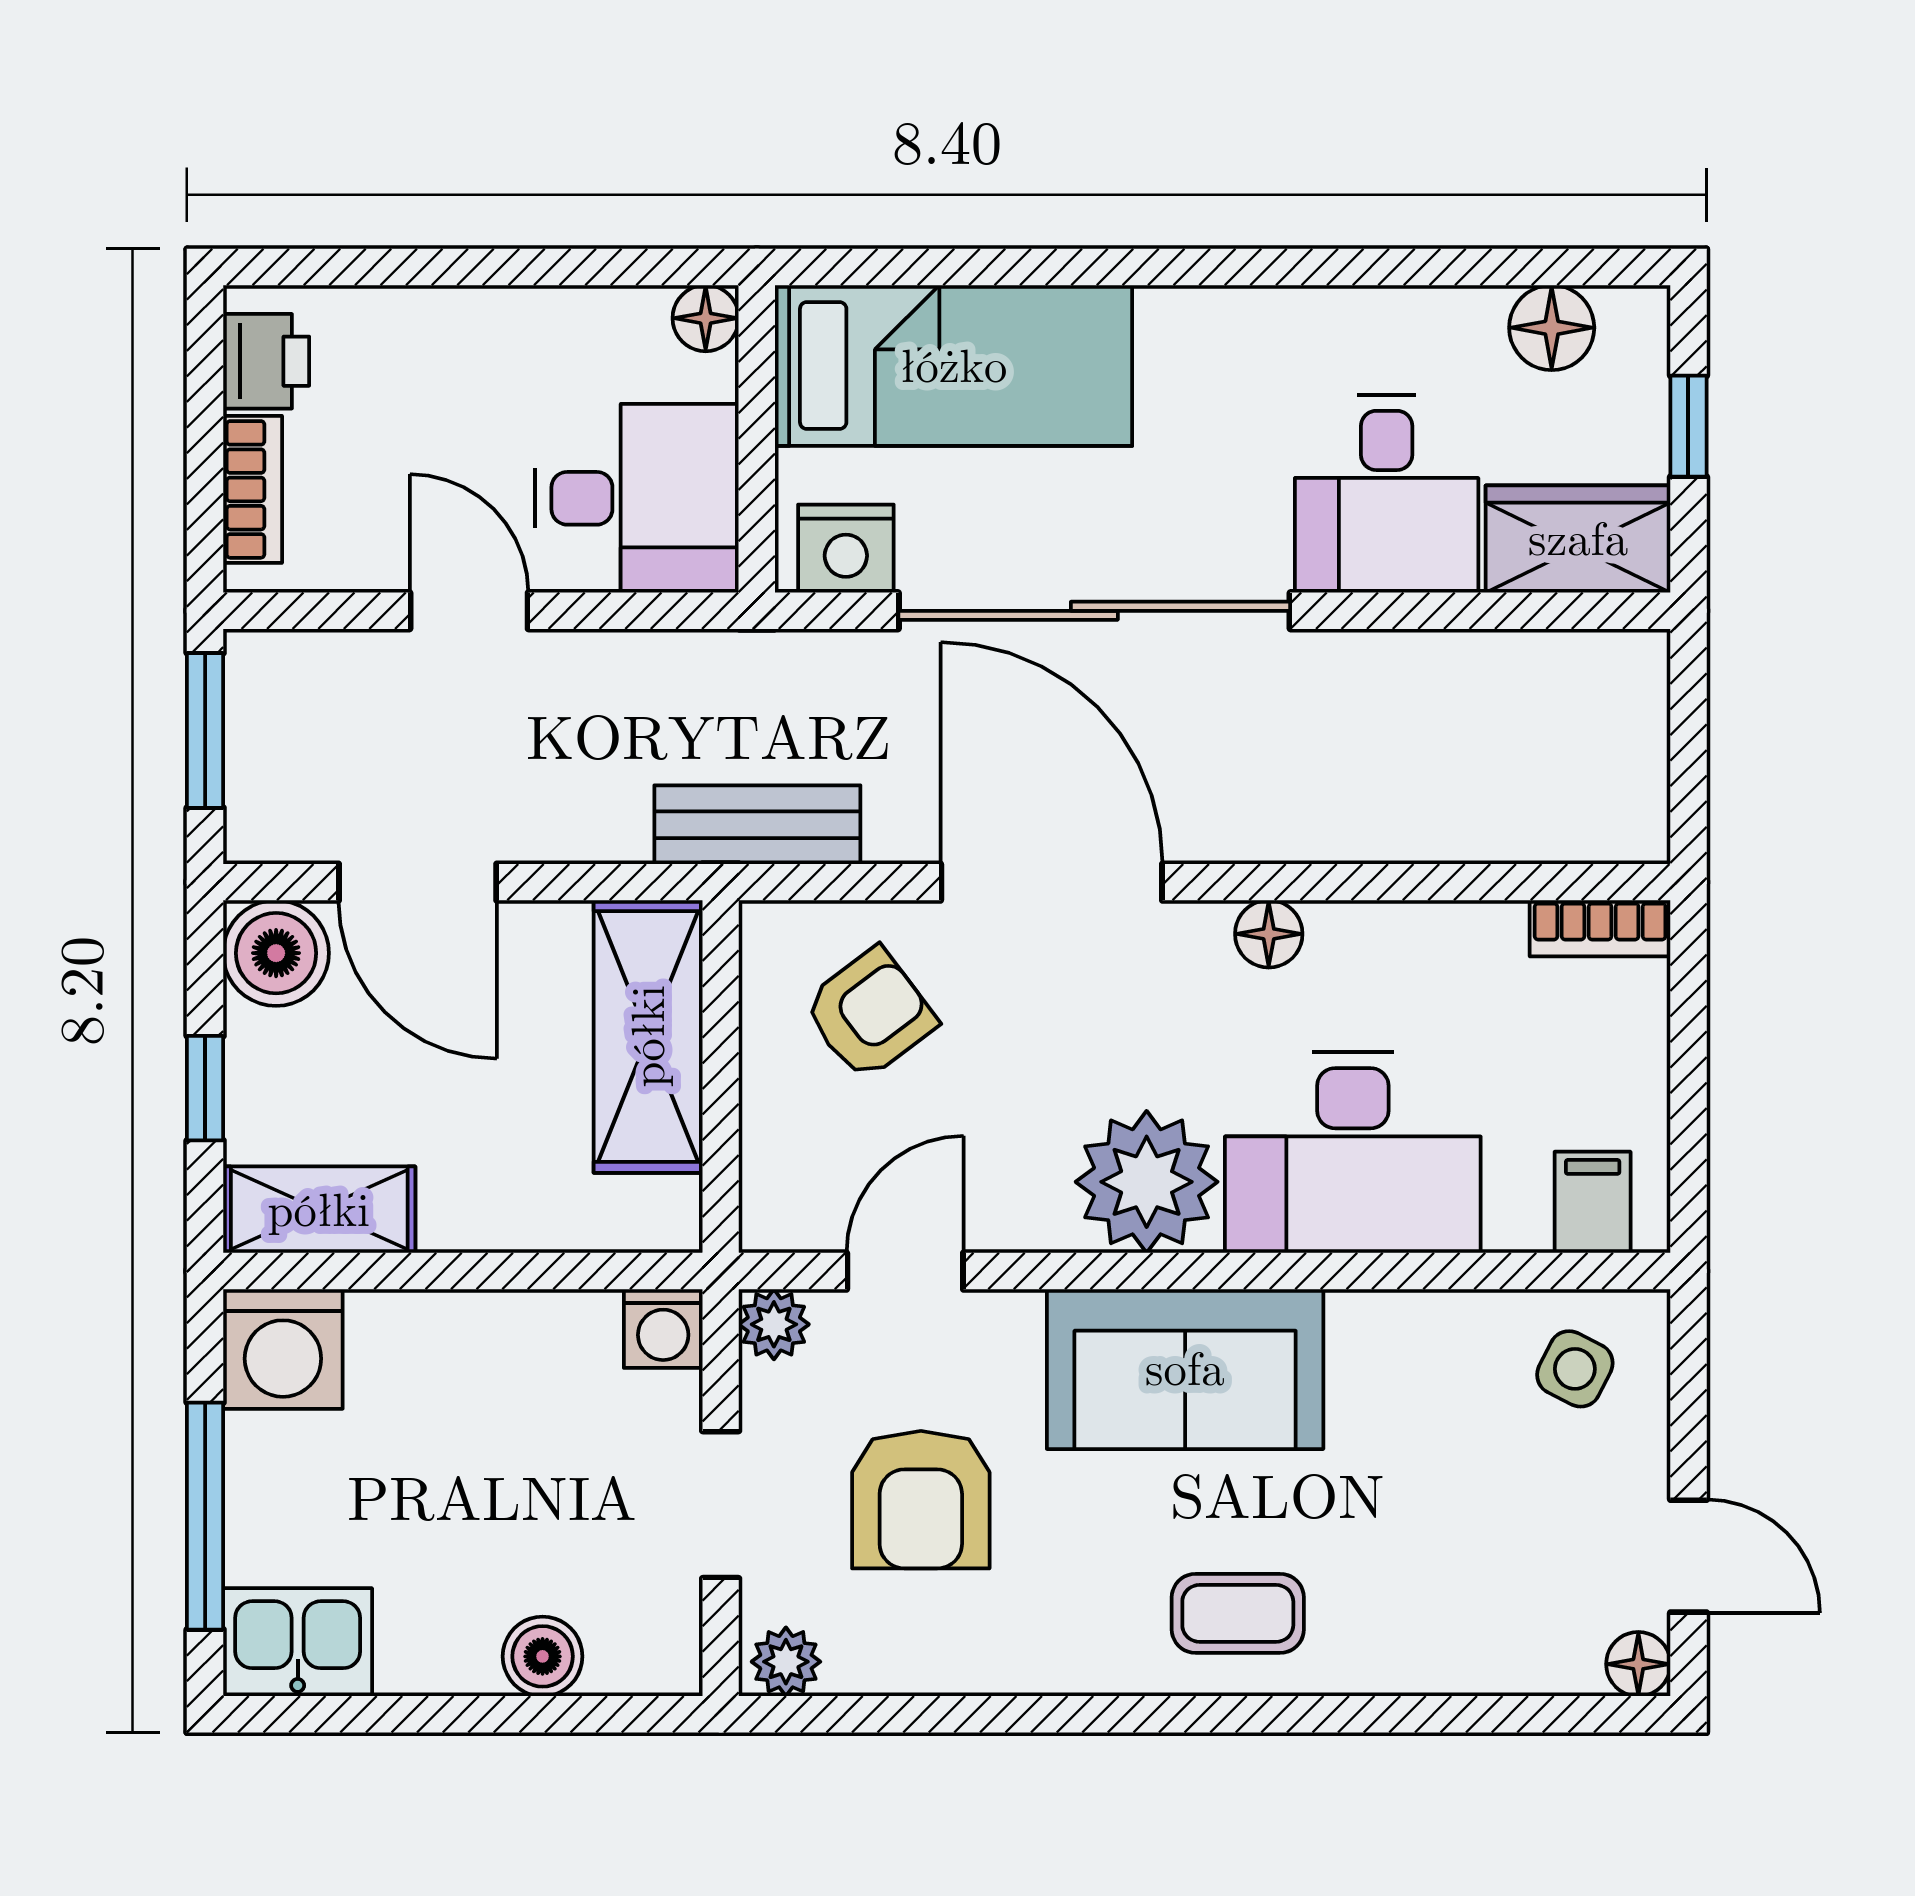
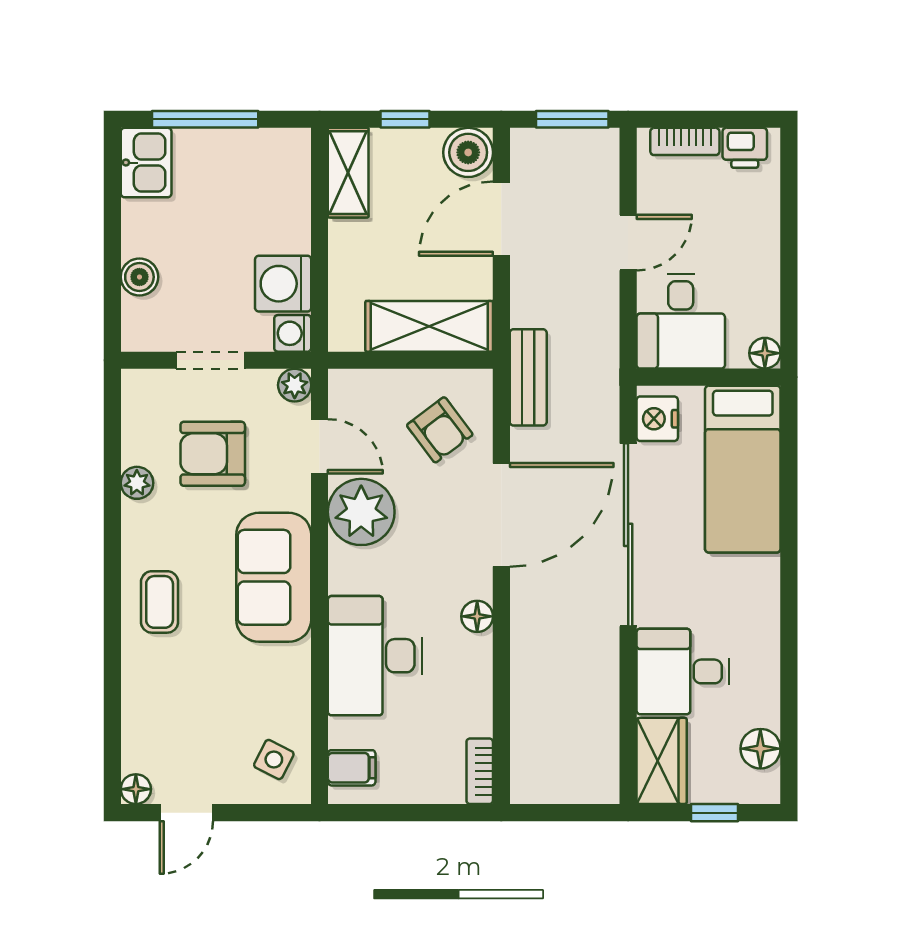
plant: (1147, 1182) -> (361, 512), moved
washing machine: (283, 1349) -> (283, 284), moved
plant: (786, 1662) -> (137, 483), moved

